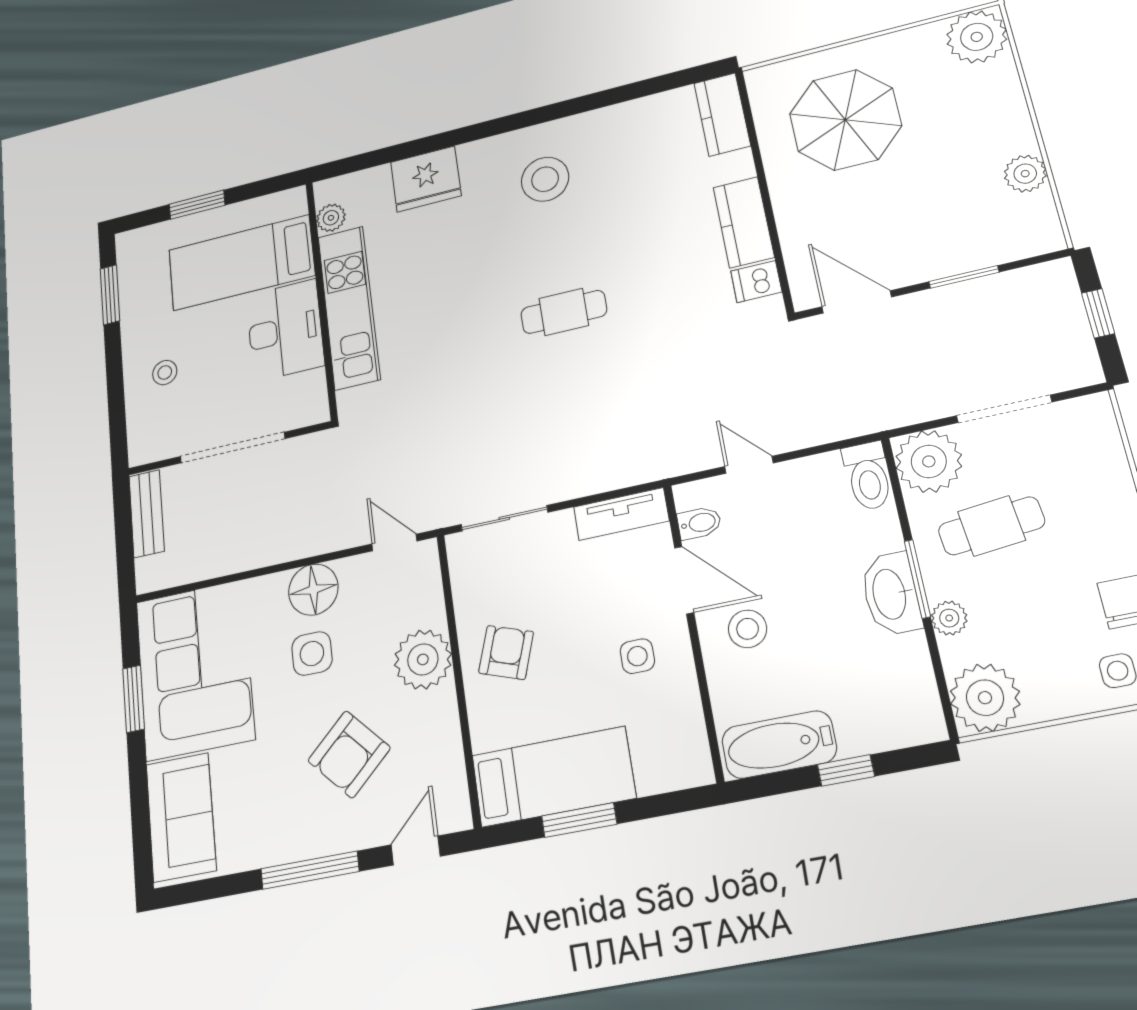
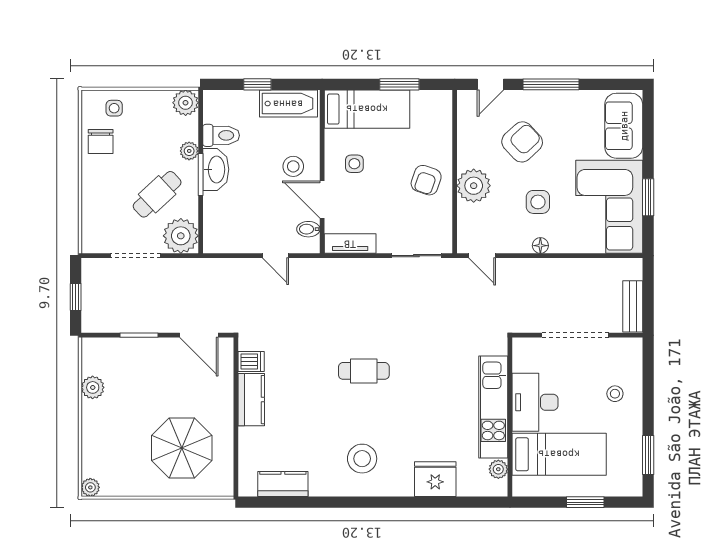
plant: (977, 37) -> (90, 487), width x0.53, depth x0.53
kitchen counter: (722, 114) -> (283, 484), moved, turned -90
toilet: (868, 476) -> (221, 135), moved, turned 90
cafe table: (991, 526) -> (157, 194), turned -37
floor lamp: (313, 590) -> (540, 246), width x0.53, depth x0.53
plant: (985, 698) -> (186, 103), width x0.73, depth x0.73
bed: (553, 777) -> (367, 109), moved, turned 180

